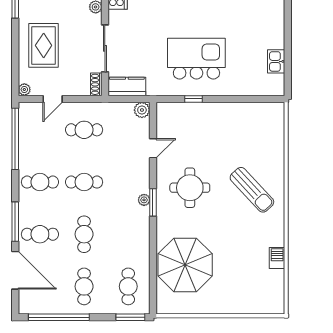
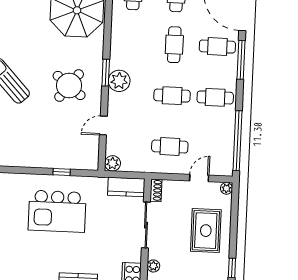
round table: (190, 188) -> (69, 86), turned 38
plant: (144, 200) -> (119, 81), width x1.88, depth x1.88

